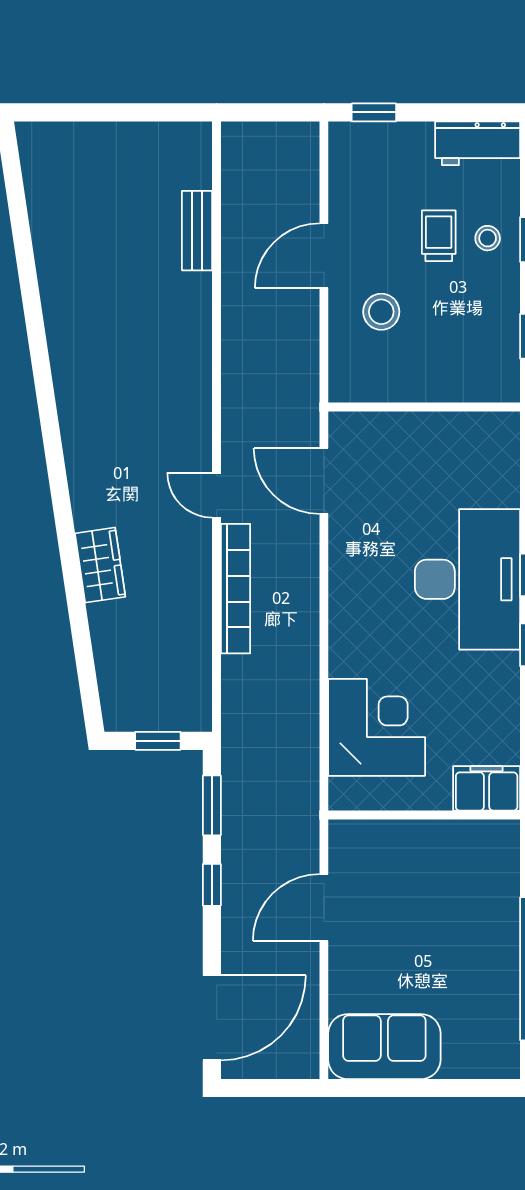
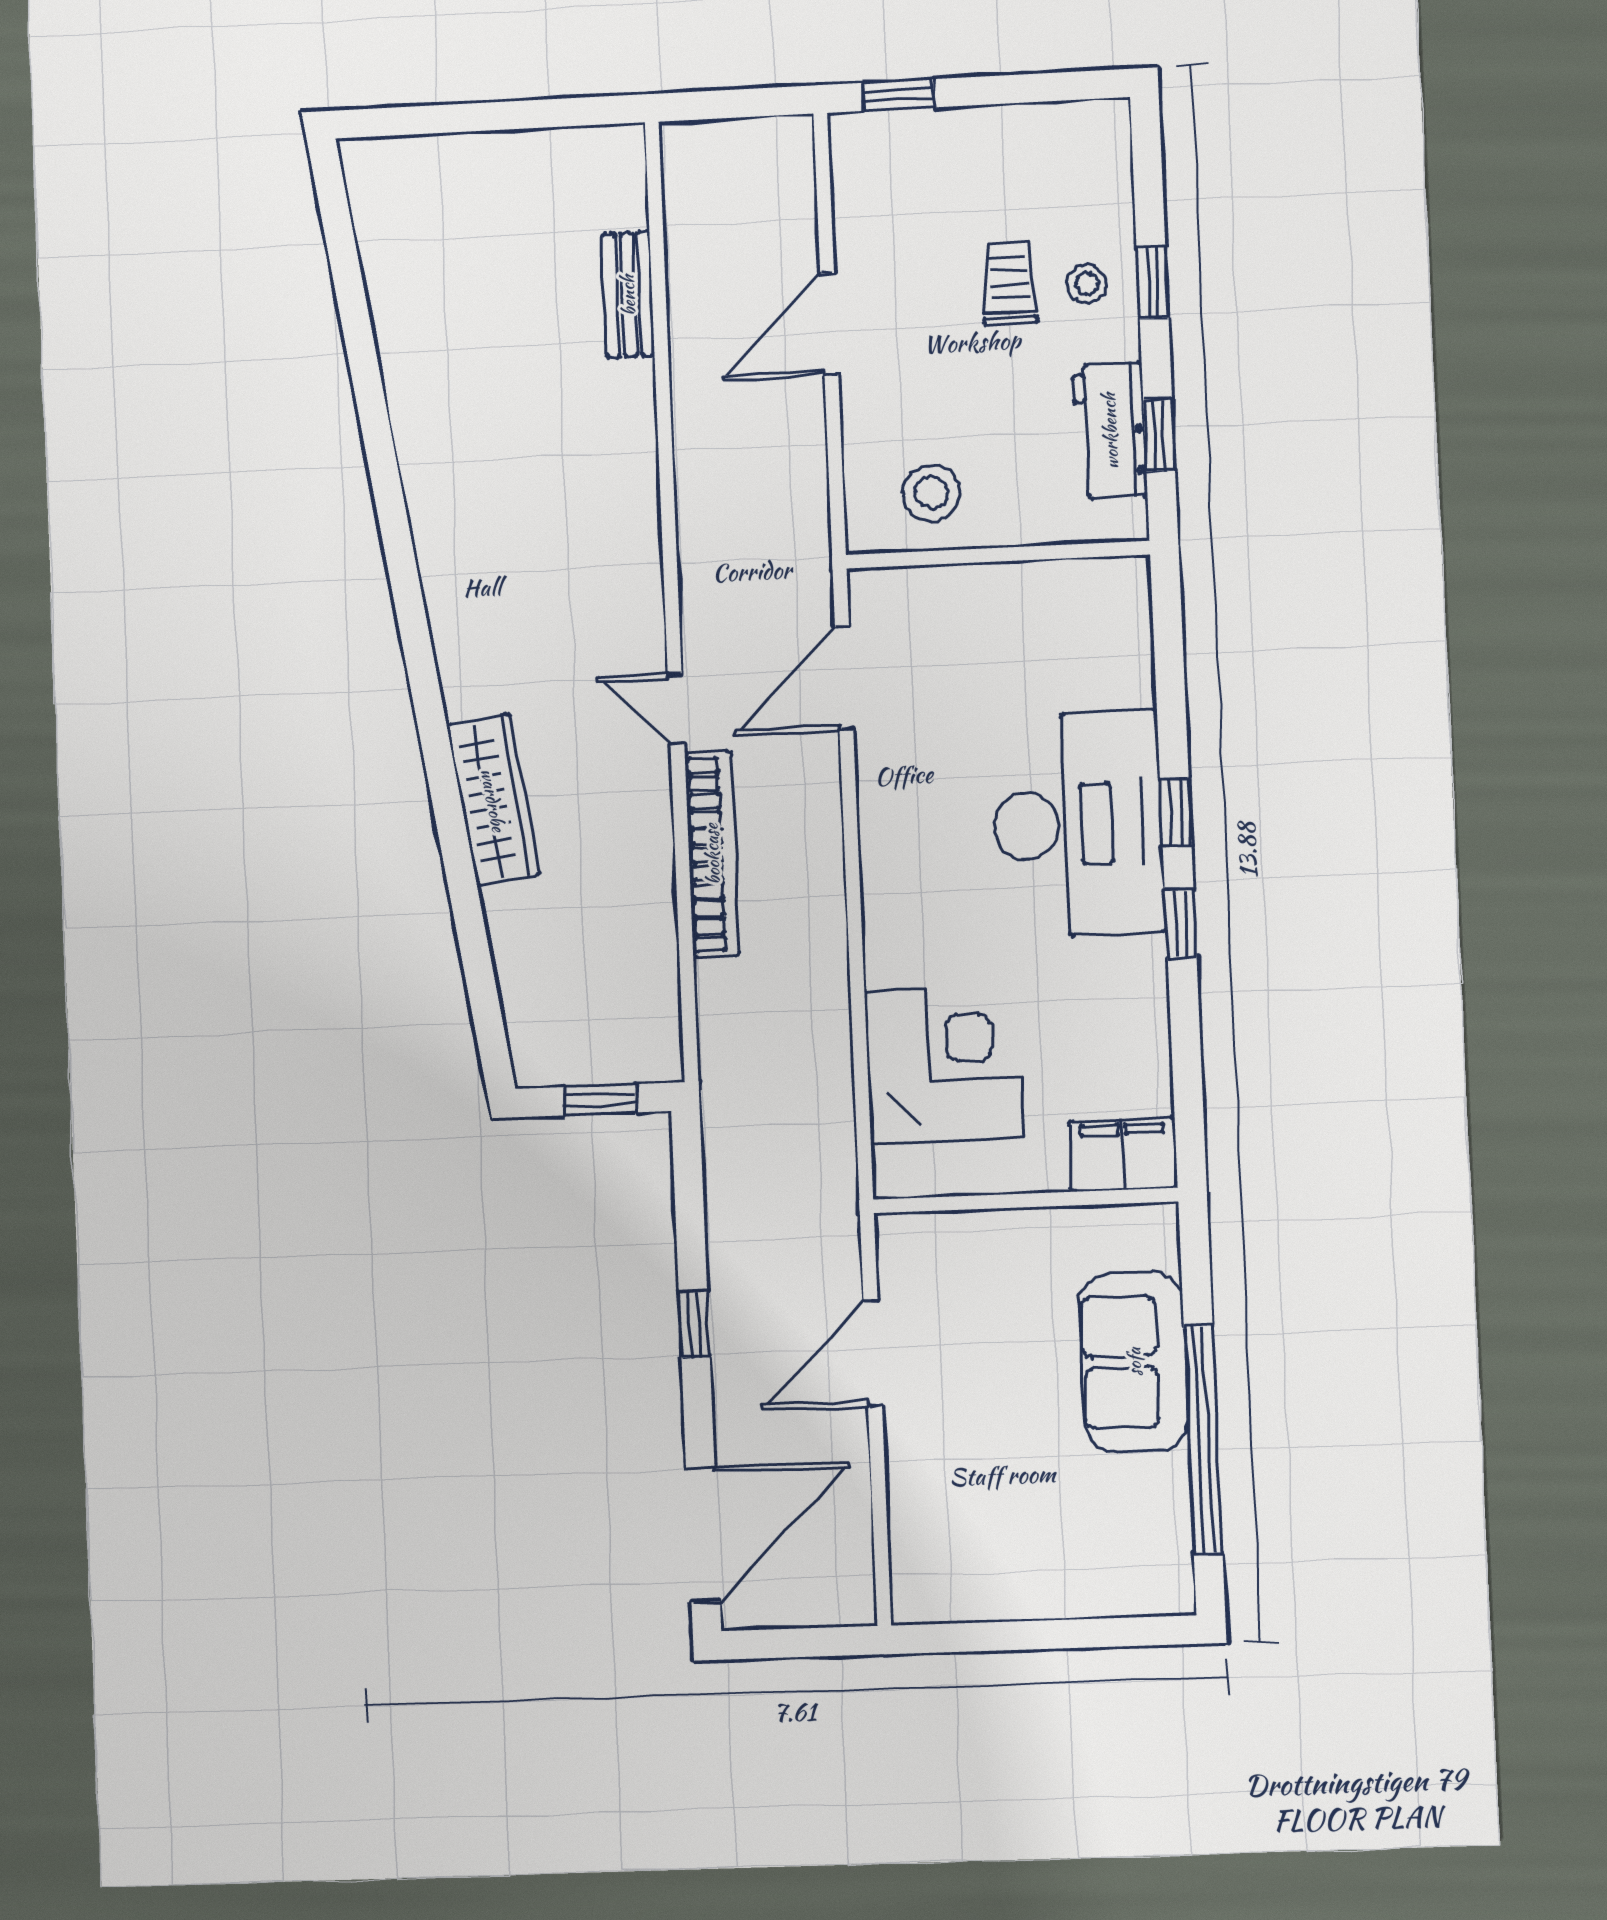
workbench: (478, 143) -> (1110, 431), moved, turned 90
stool: (381, 312) -> (932, 493), moved
door: (324, 481) -> (844, 679), hinge flipped
wardrobe: (100, 565) -> (493, 800), width x1.50
window: (212, 805) -> (689, 1198), removed
sofa: (384, 1047) -> (1134, 1362), moved, turned -90

